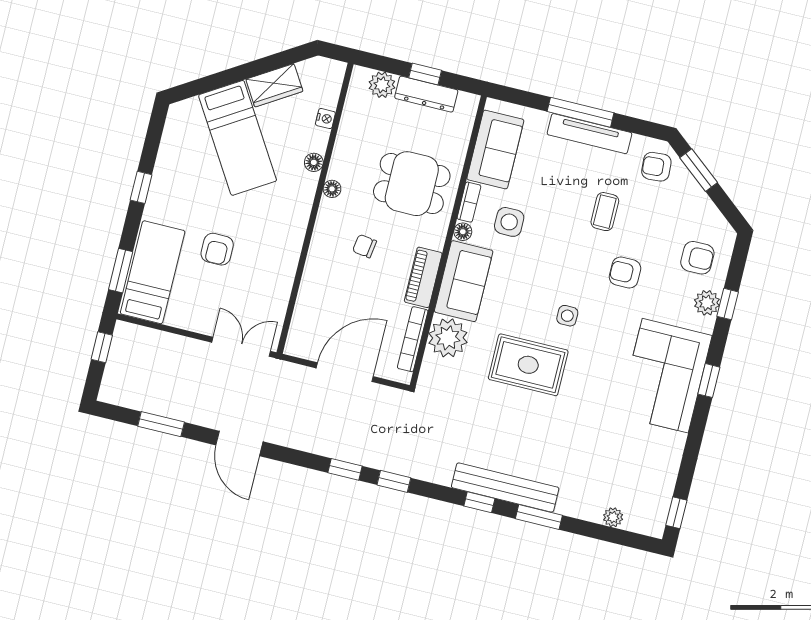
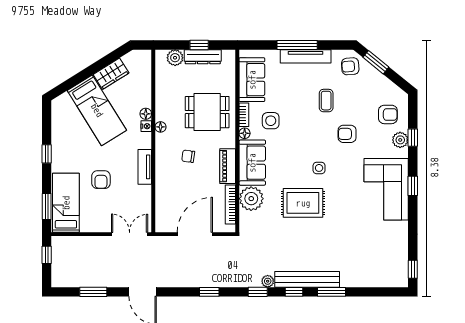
nightstand: (325, 119) -> (146, 126), moved
tv unit: (292, 246) -> (145, 167), added
window: (394, 481) -> (258, 292), moved
plant: (613, 517) -> (268, 281), moved

